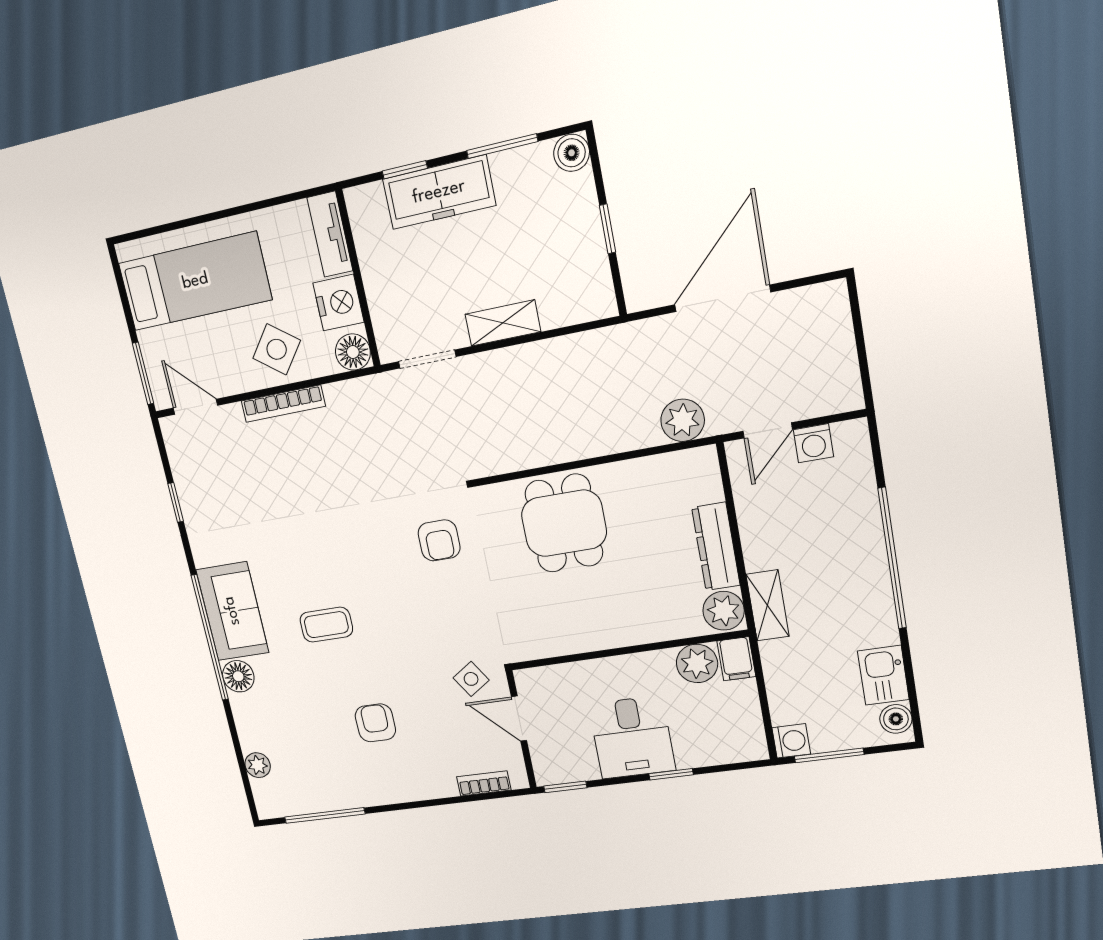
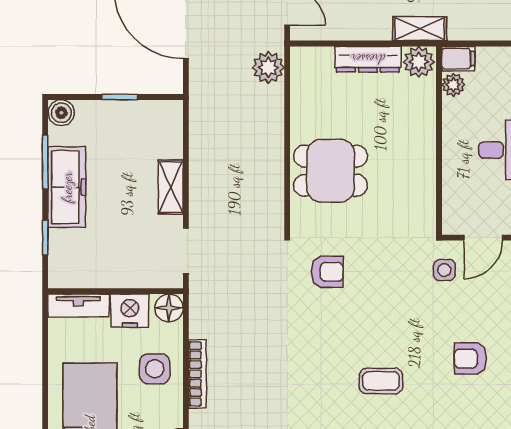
freezer: (439, 192) -> (67, 187), moved
side table: (277, 349) -> (155, 369), turned -37
coffee table: (326, 625) -> (381, 381), turned 90
plant: (697, 663) -> (453, 85), width x0.73, depth x0.73
side table: (471, 679) -> (444, 270), turned 33

